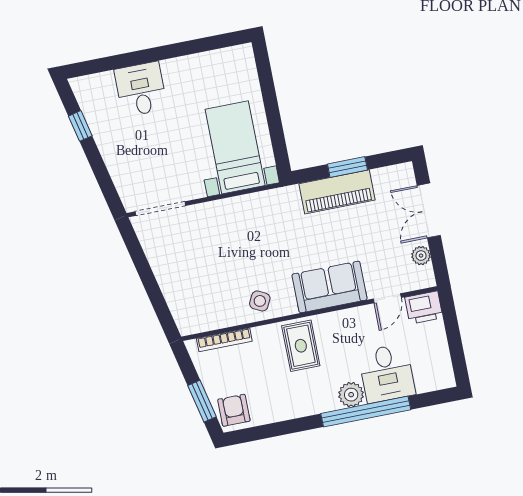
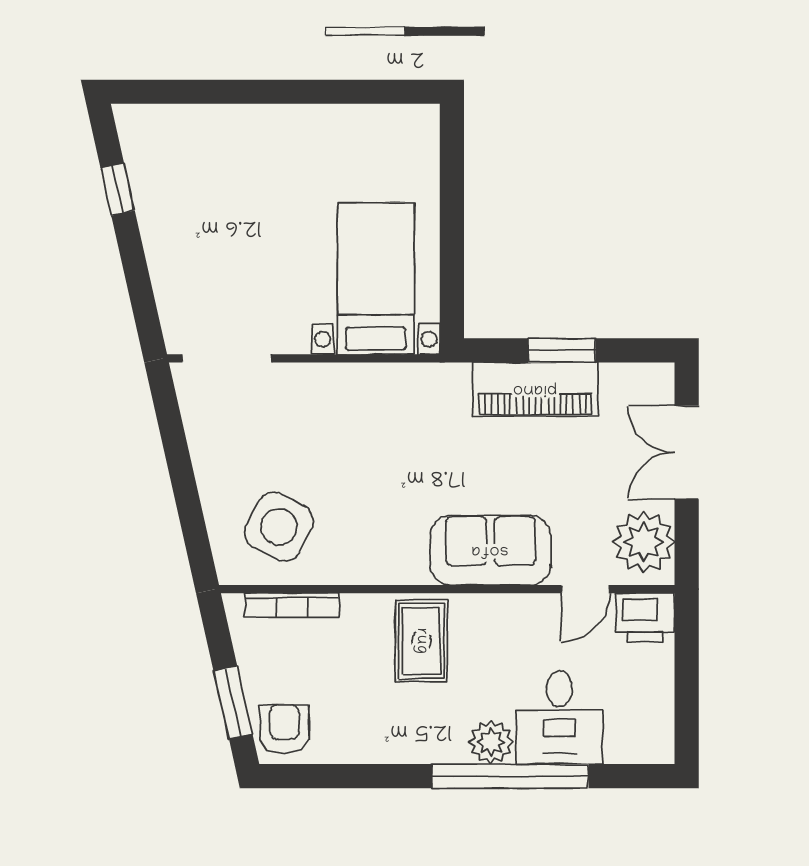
desk: (141, 89) -> (234, 147), removed
plant: (421, 256) -> (644, 542), width x1.88, depth x1.88
side table: (260, 301) -> (279, 527), moved, width x1.87, depth x1.87

